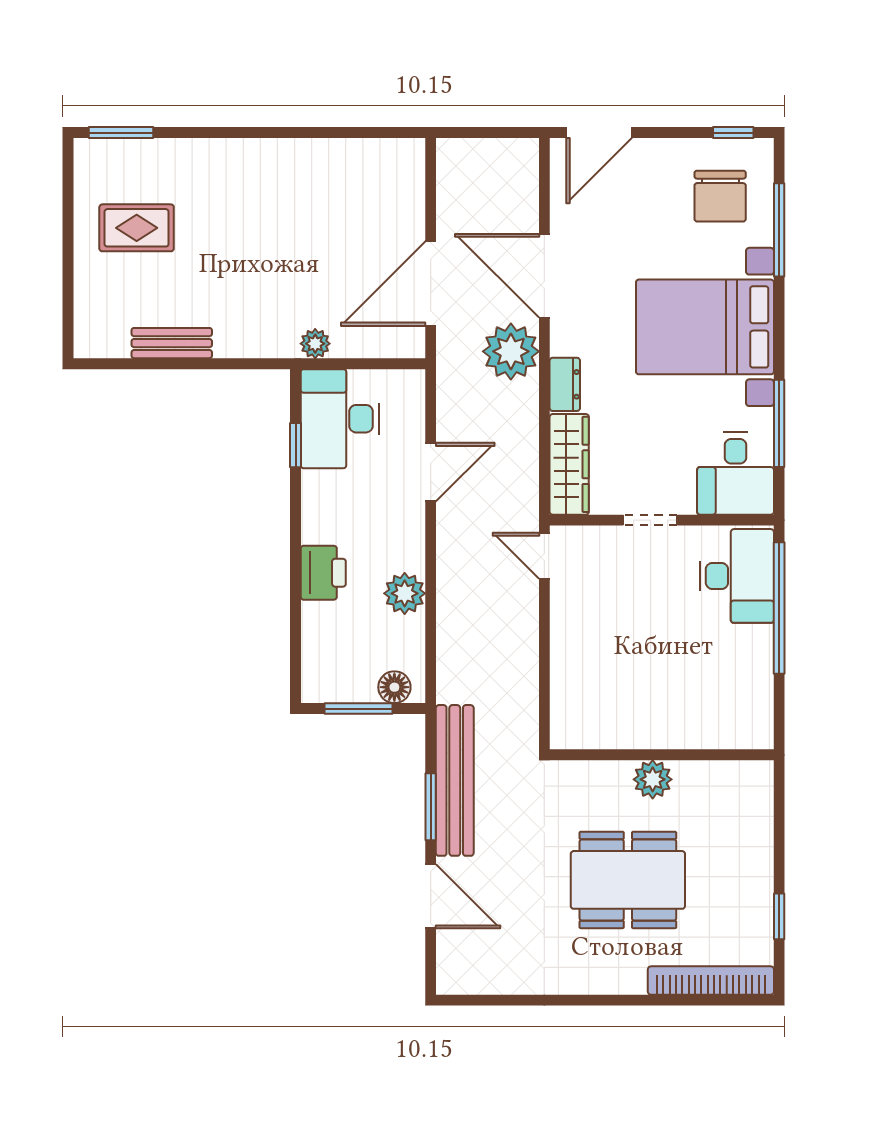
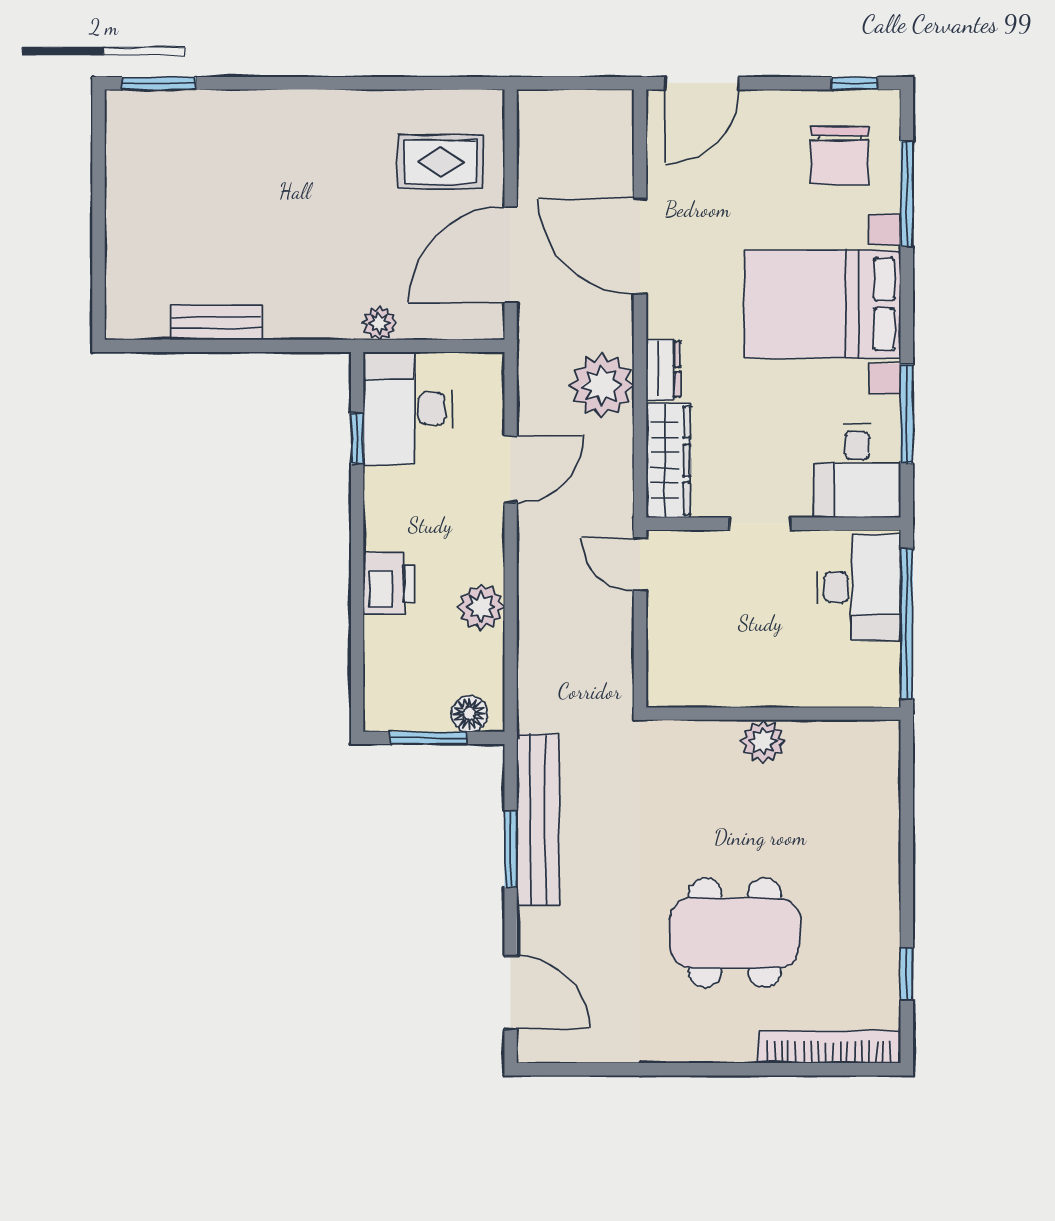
rug: (137, 228) -> (440, 162), moved
plant: (511, 351) -> (602, 385), moved
wall: (662, 755) -> (773, 714), moved
plant: (653, 779) -> (763, 742), moved
door: (431, 896) -> (511, 993), moved

